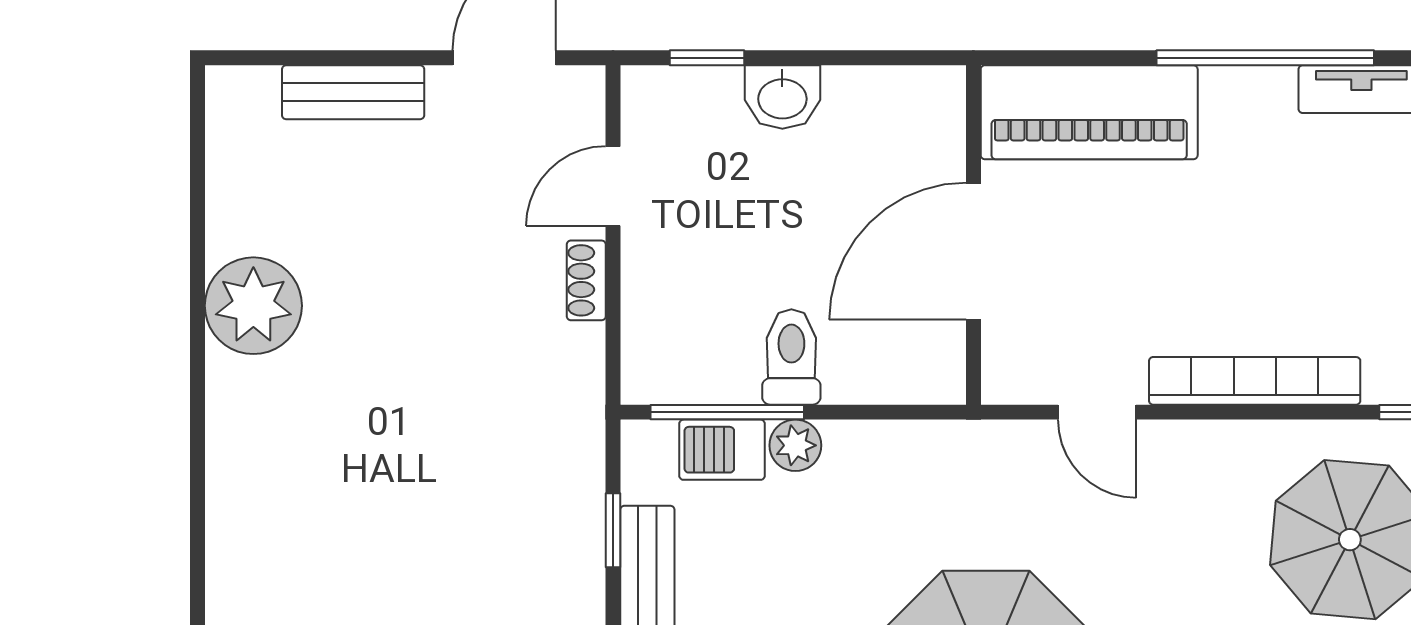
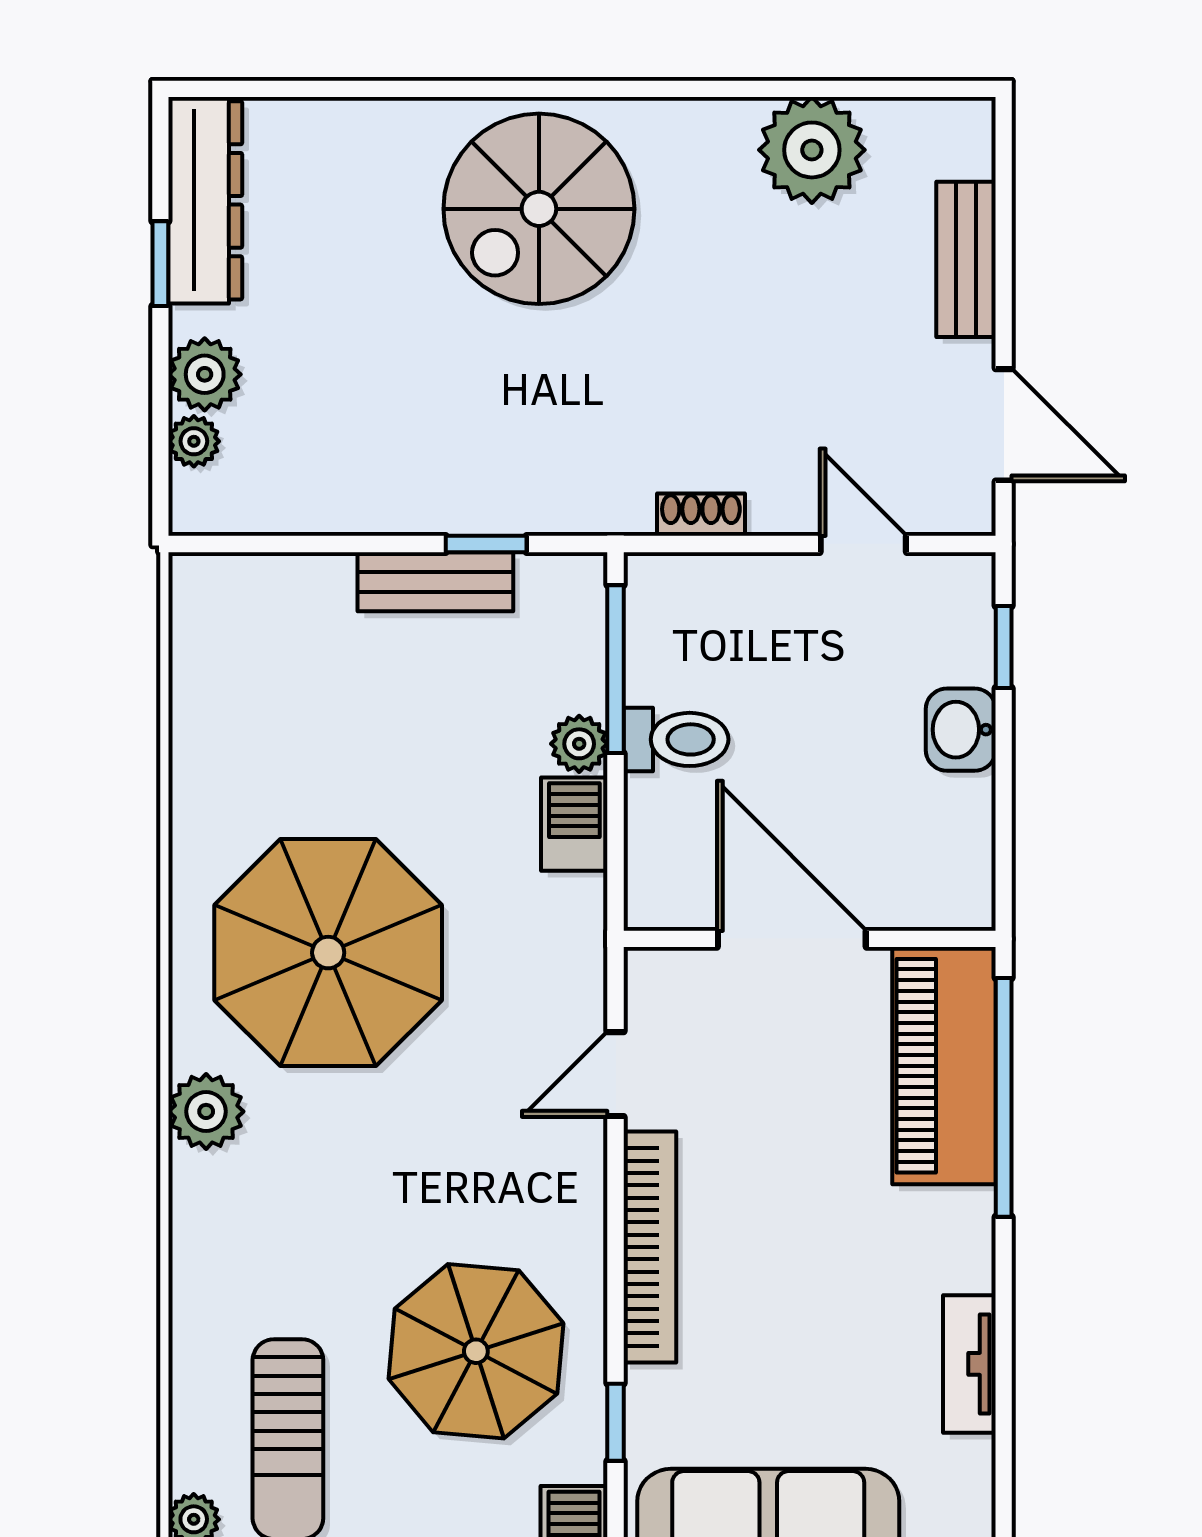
window: (1265, 58) -> (1004, 1097), moved
shoe rack: (586, 280) -> (701, 515), moved
plant: (253, 306) -> (812, 150), moved
barbecue: (722, 450) -> (574, 824), moved
spiral stairs: (307, 482) -> (539, 209), added

